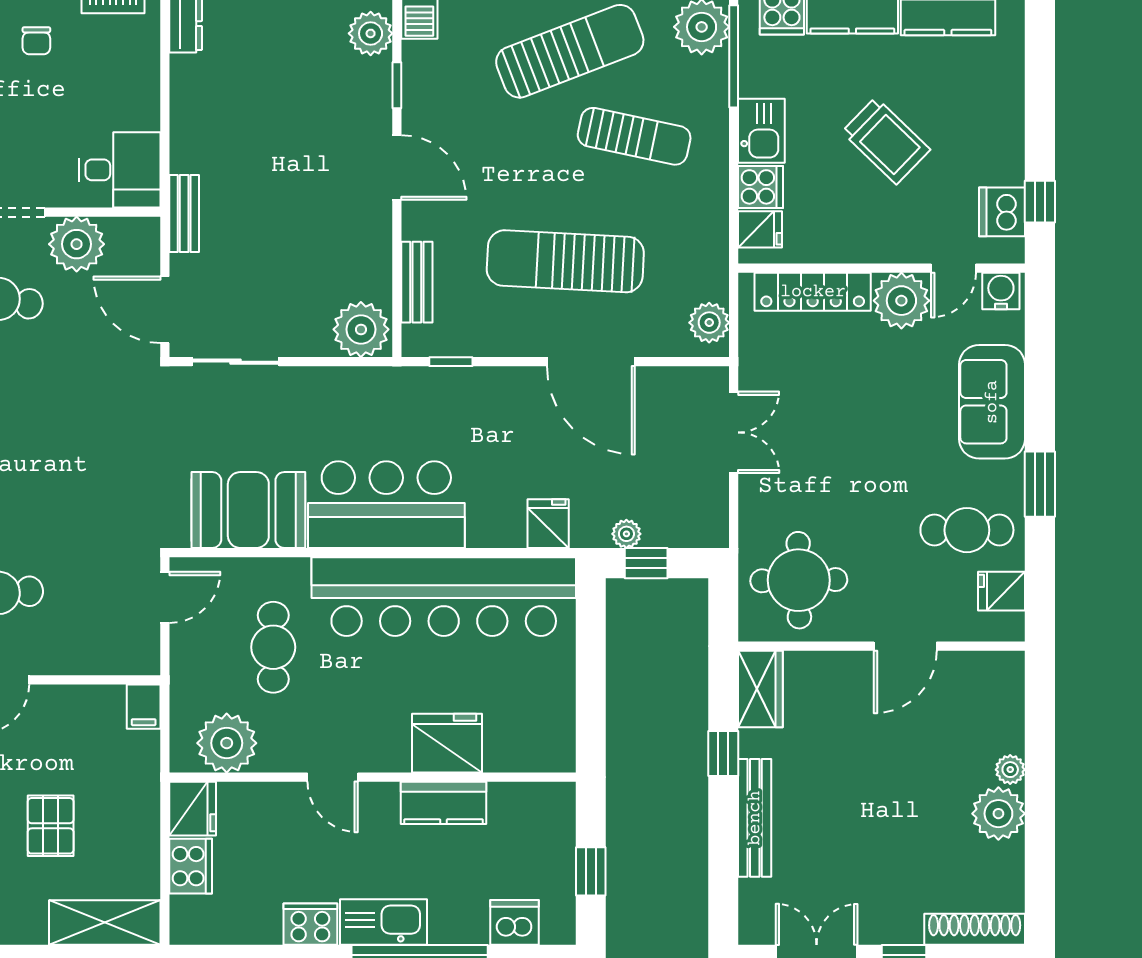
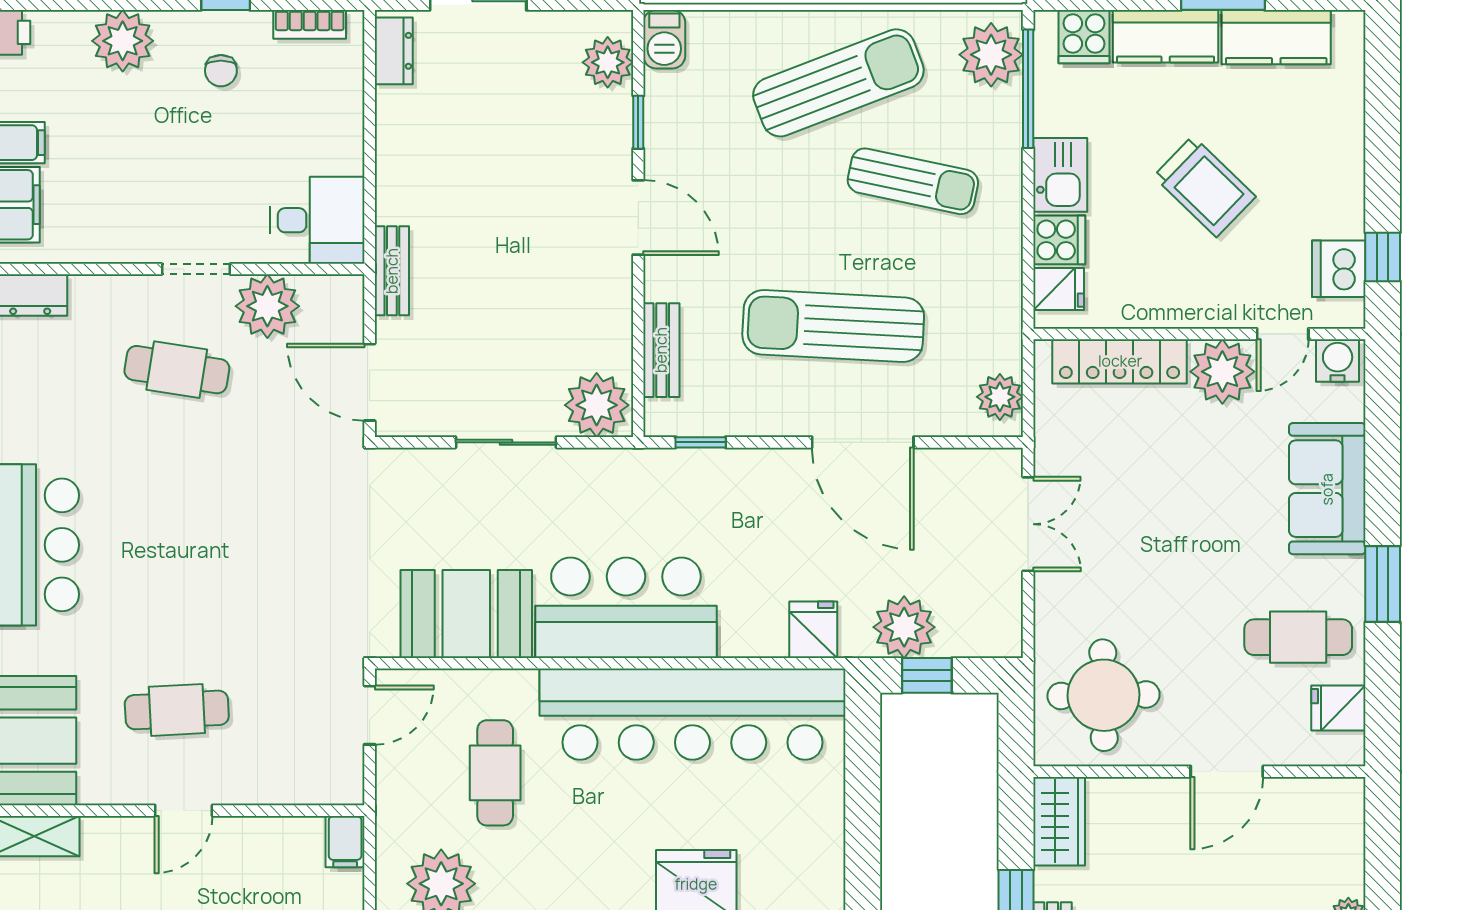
sliding door: (236, 362) -> (506, 442), moved
plant: (626, 534) -> (904, 627), width x1.88, depth x1.88

